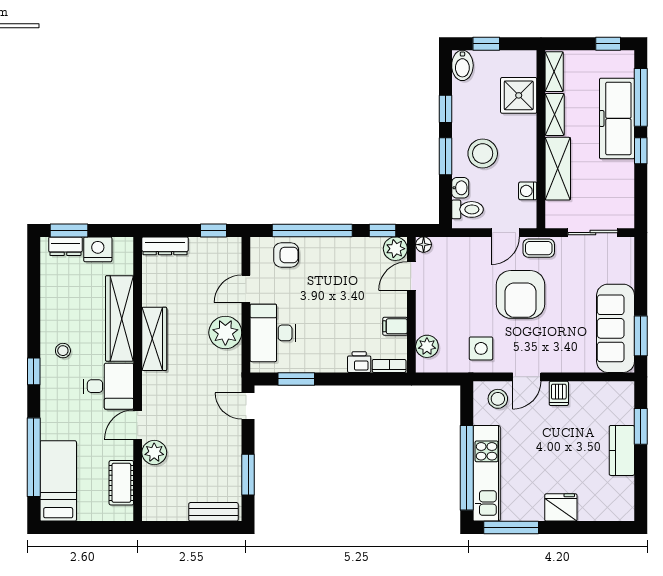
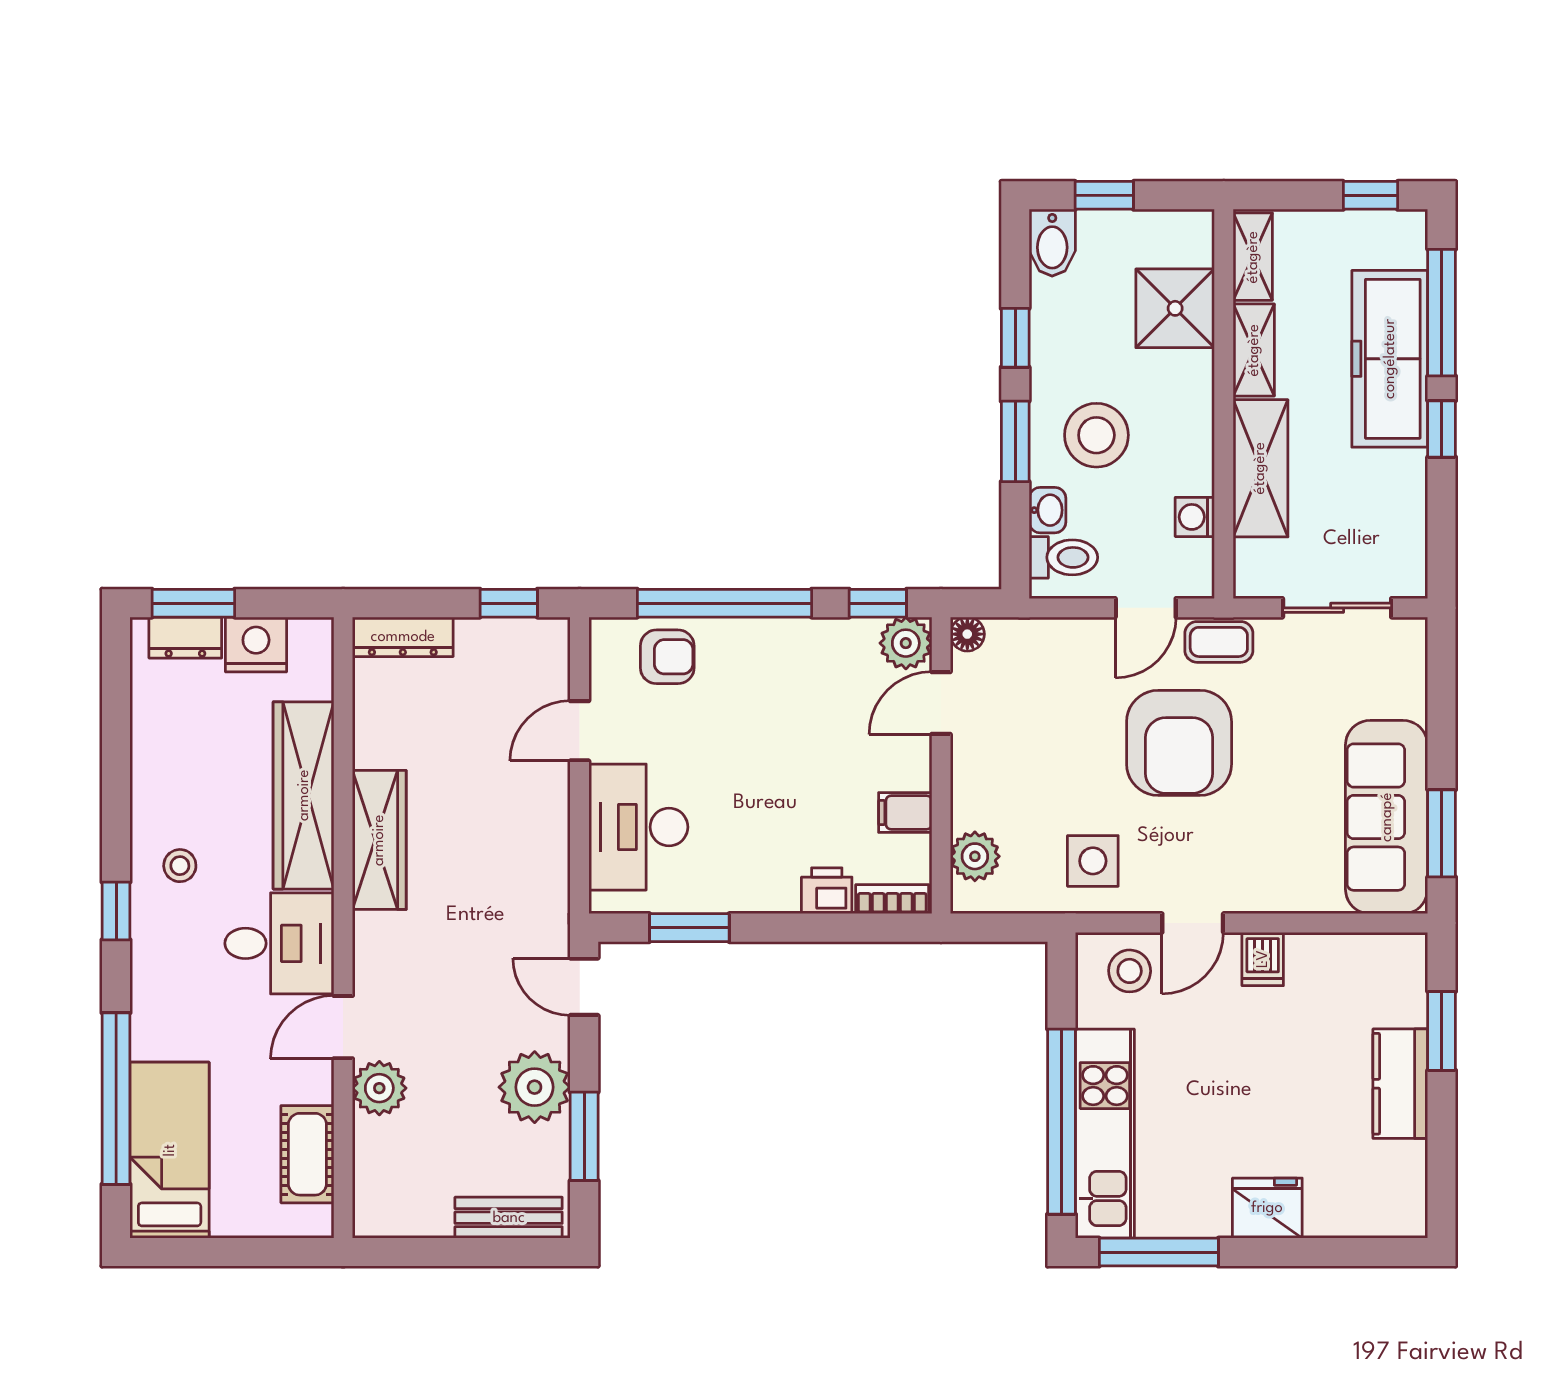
plant: (225, 333) -> (535, 1087), moved

